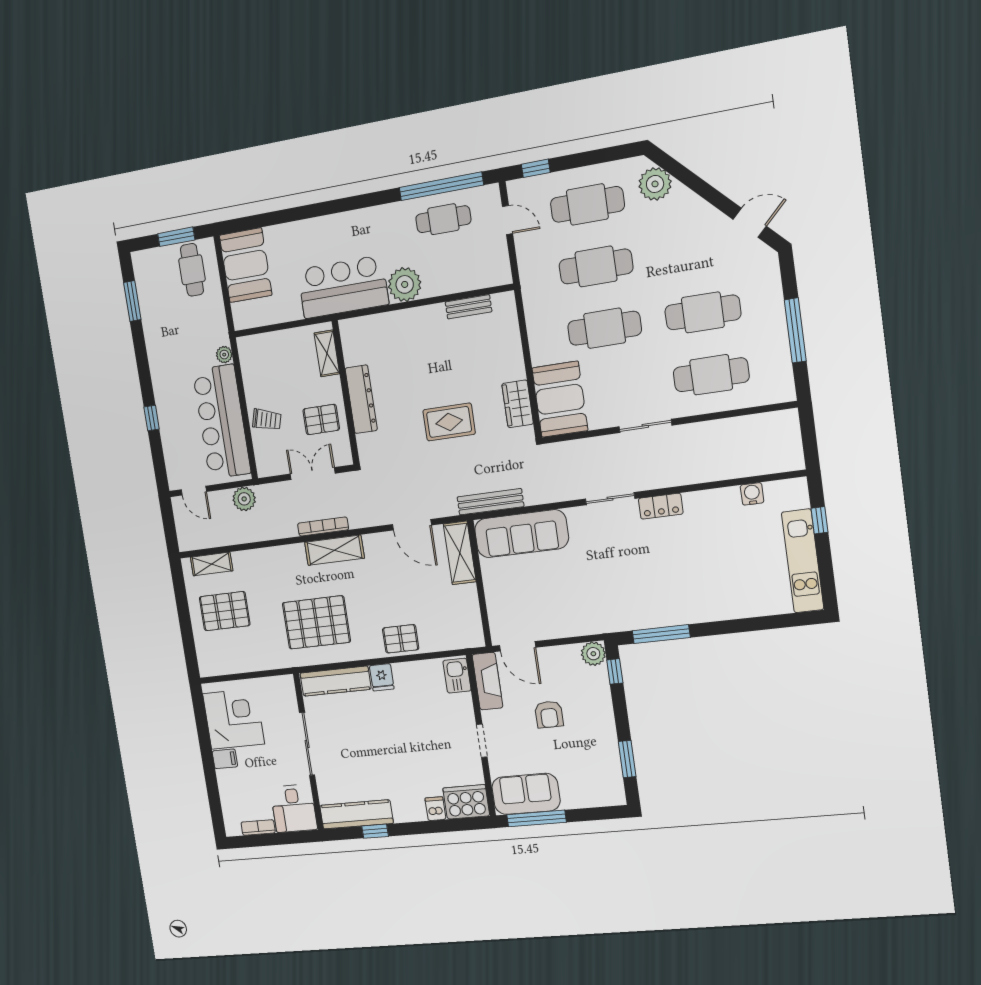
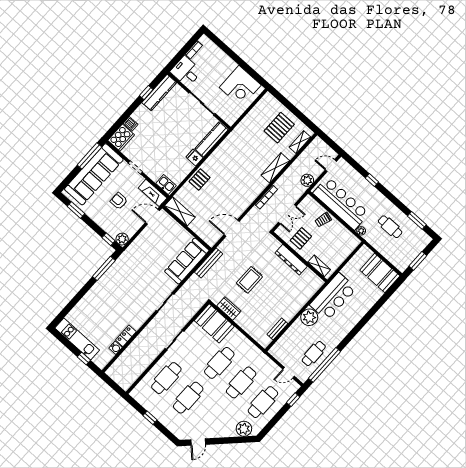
cafe table: (192, 270) -> (390, 227), moved
window: (795, 330) -> (150, 418), width x0.46
locker: (661, 506) -> (126, 336), moved
shelving: (334, 550) -> (275, 168), moved
shelving: (460, 553) -> (180, 211), moved
pallet: (316, 622) -> (238, 156), removed
filing cabinet: (225, 759) -> (230, 66), removed
sofa: (526, 794) -> (94, 174), width x1.85, depth x1.27

